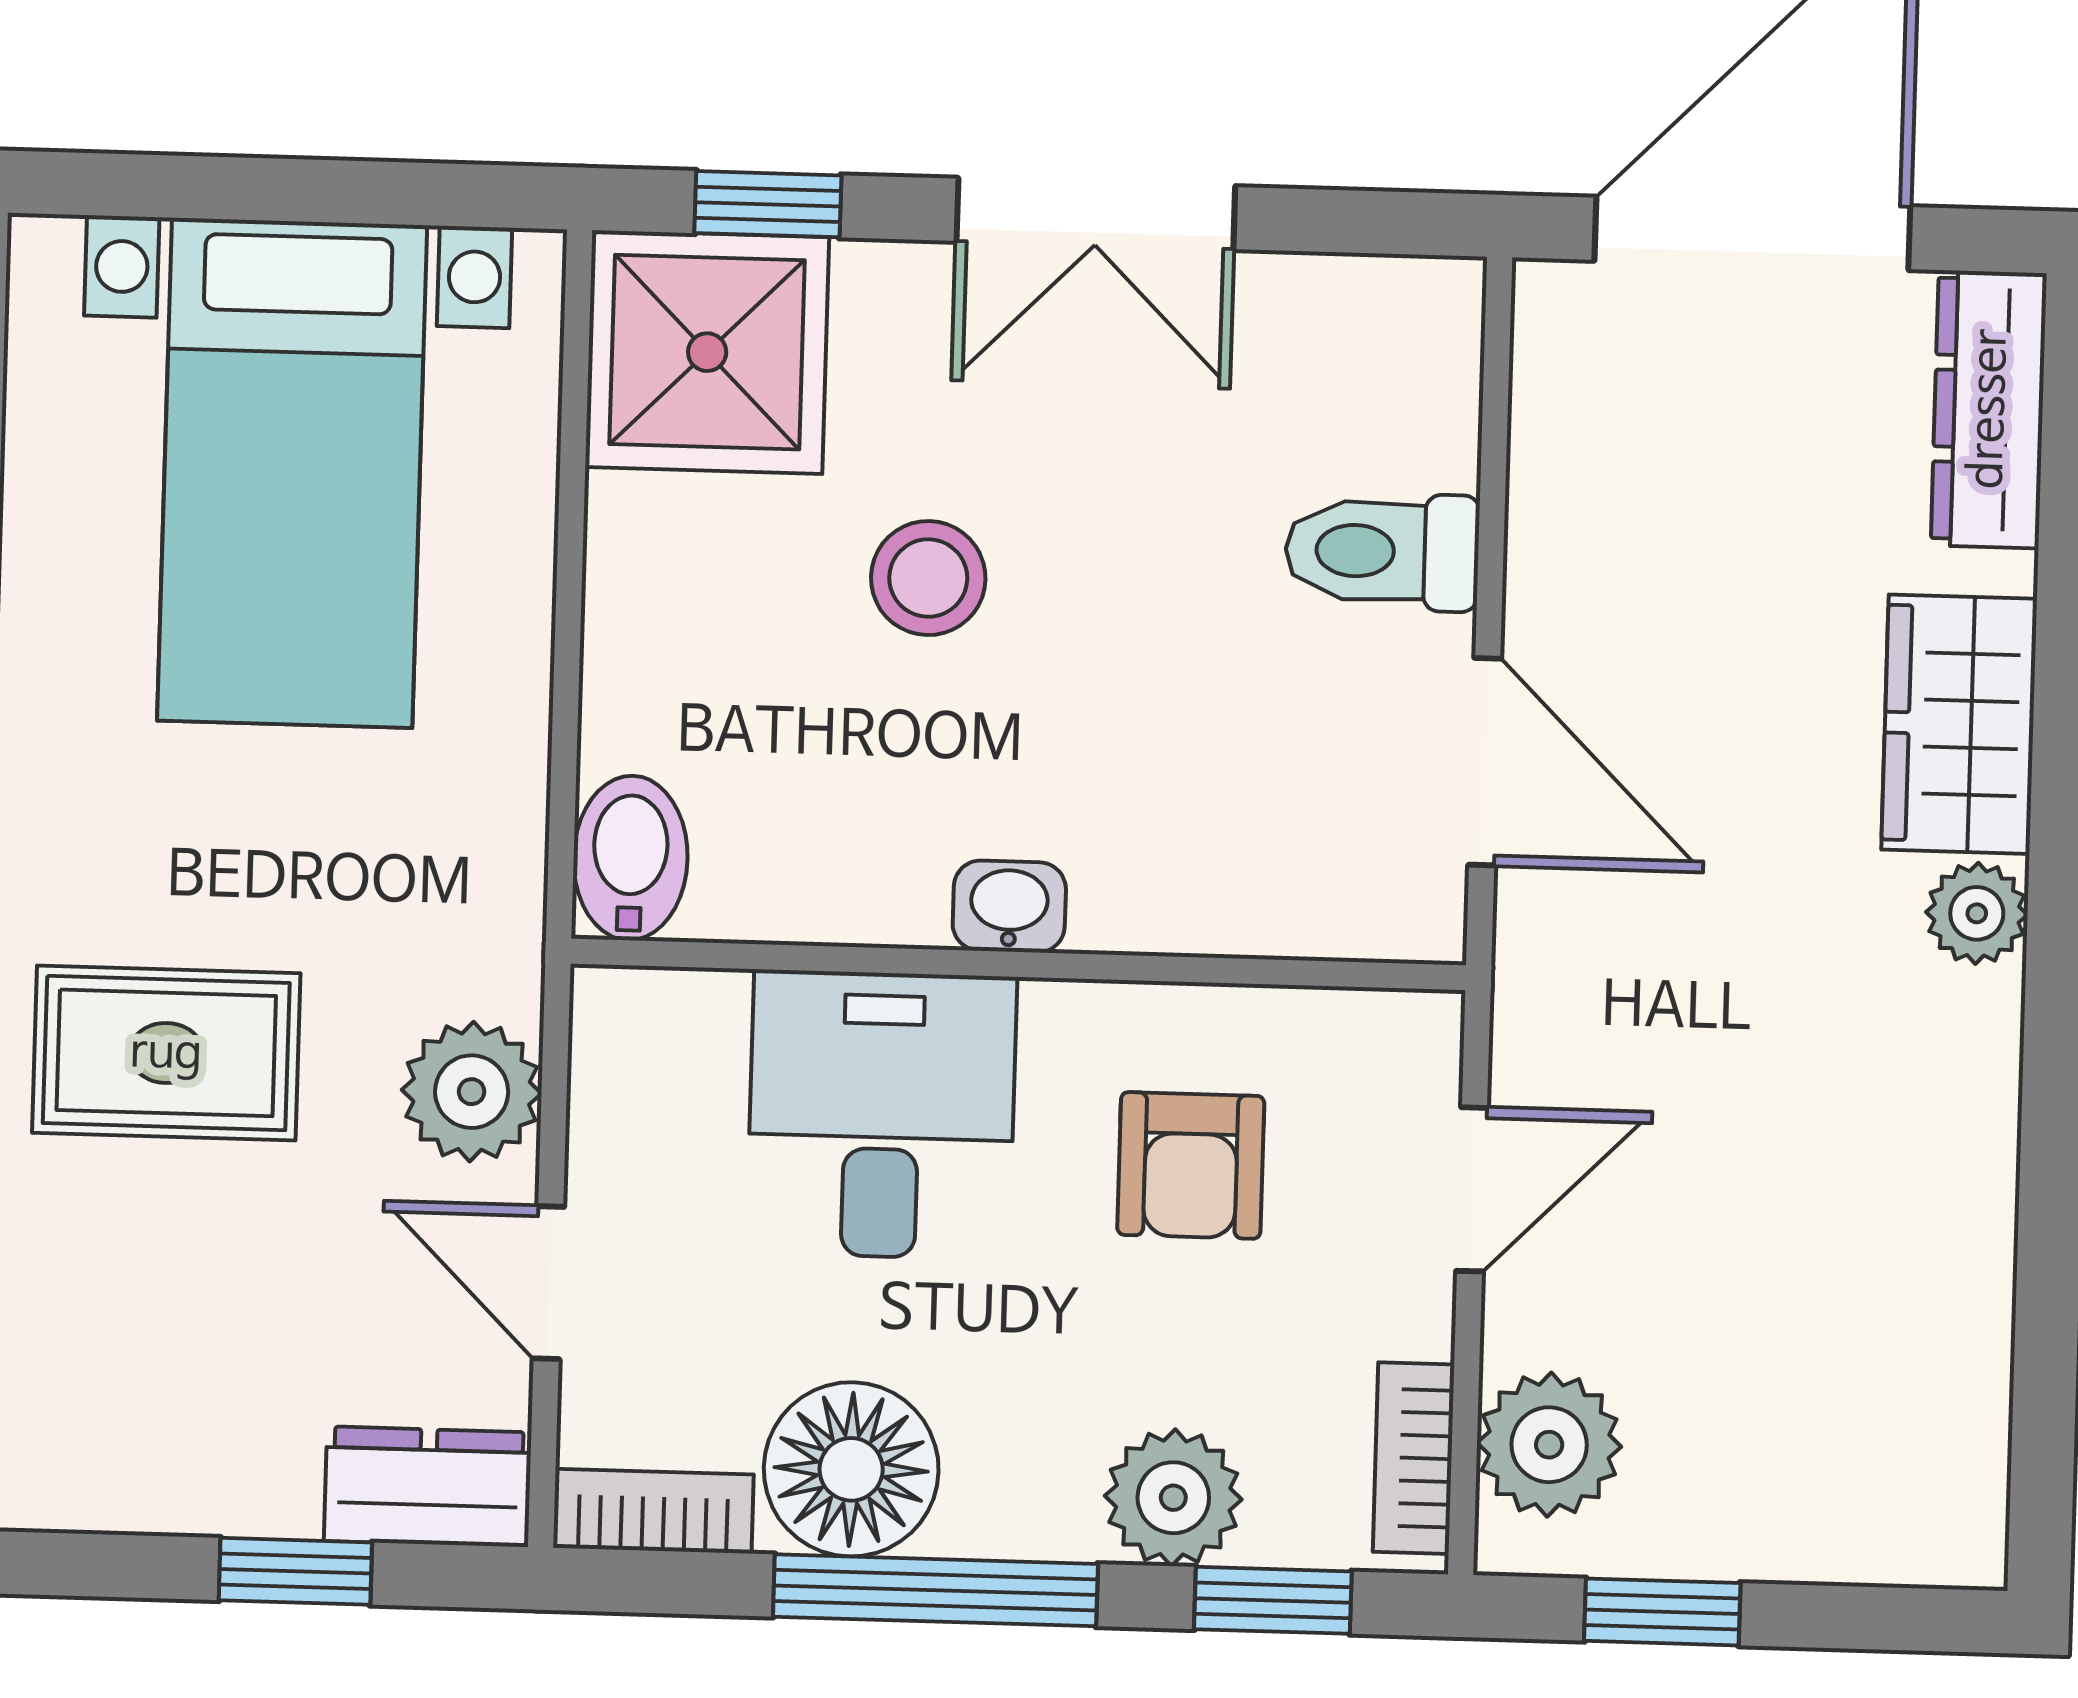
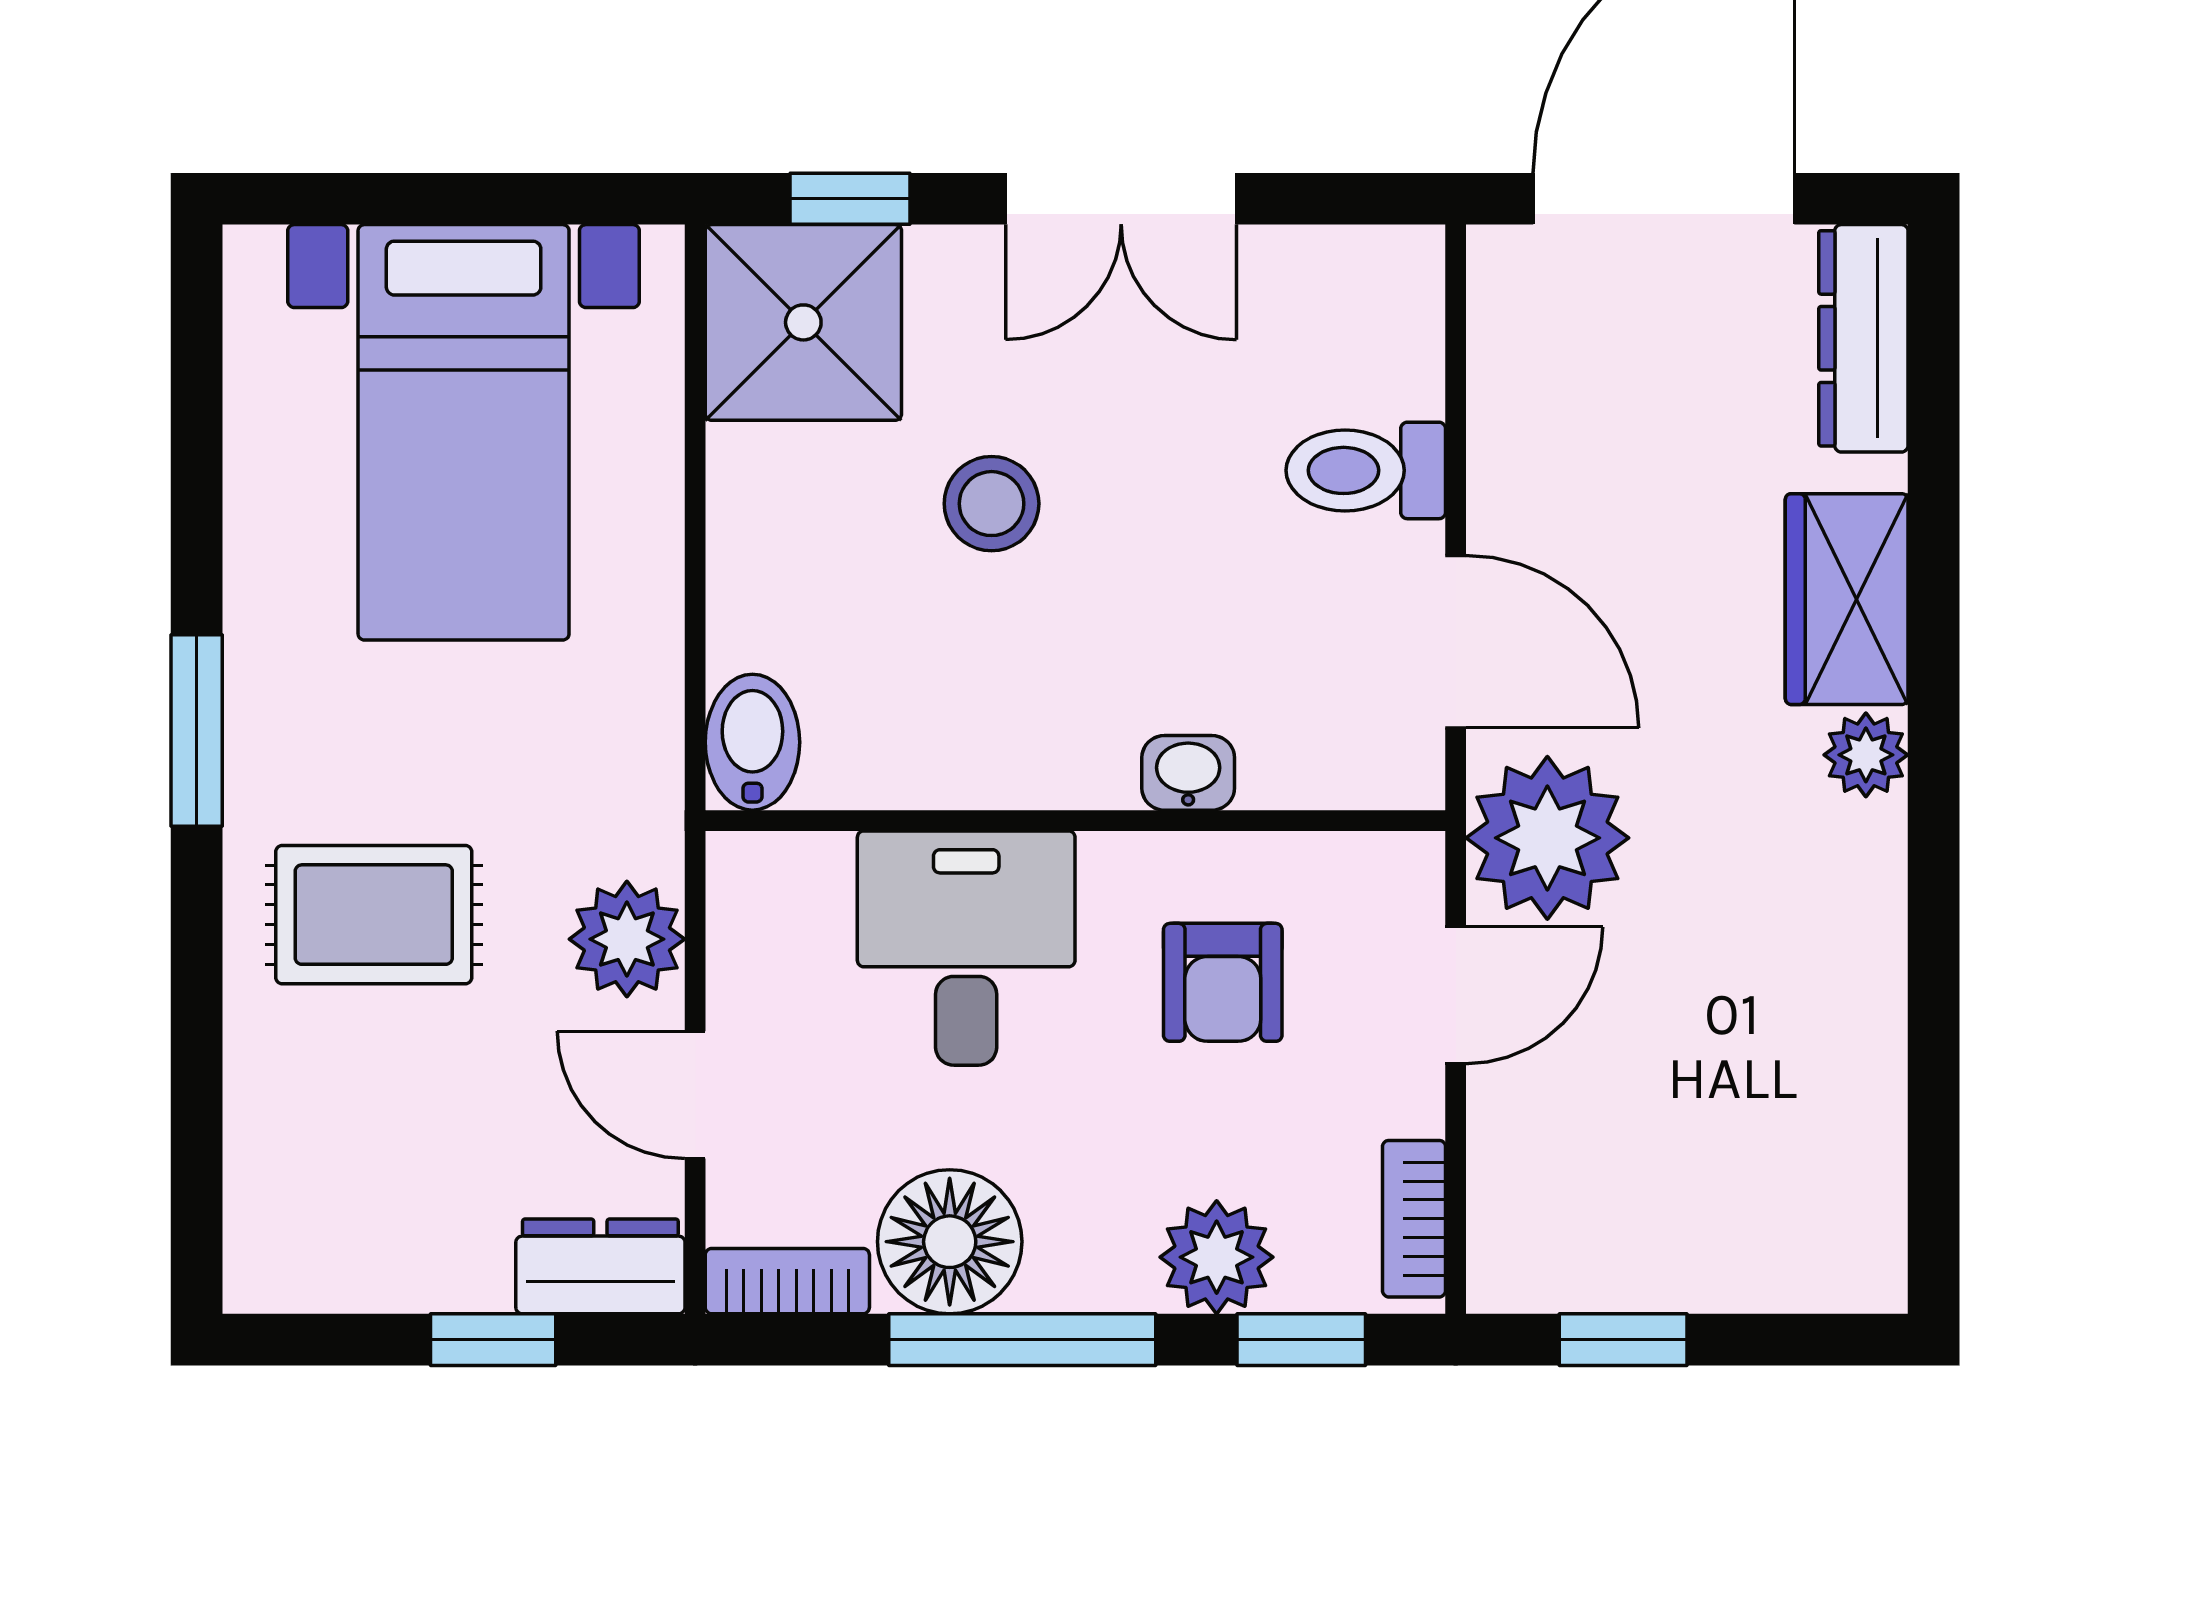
washbasin: (1009, 906) -> (1188, 773), moved
plant: (1549, 1445) -> (1547, 838), moved, width x1.36, depth x1.36

